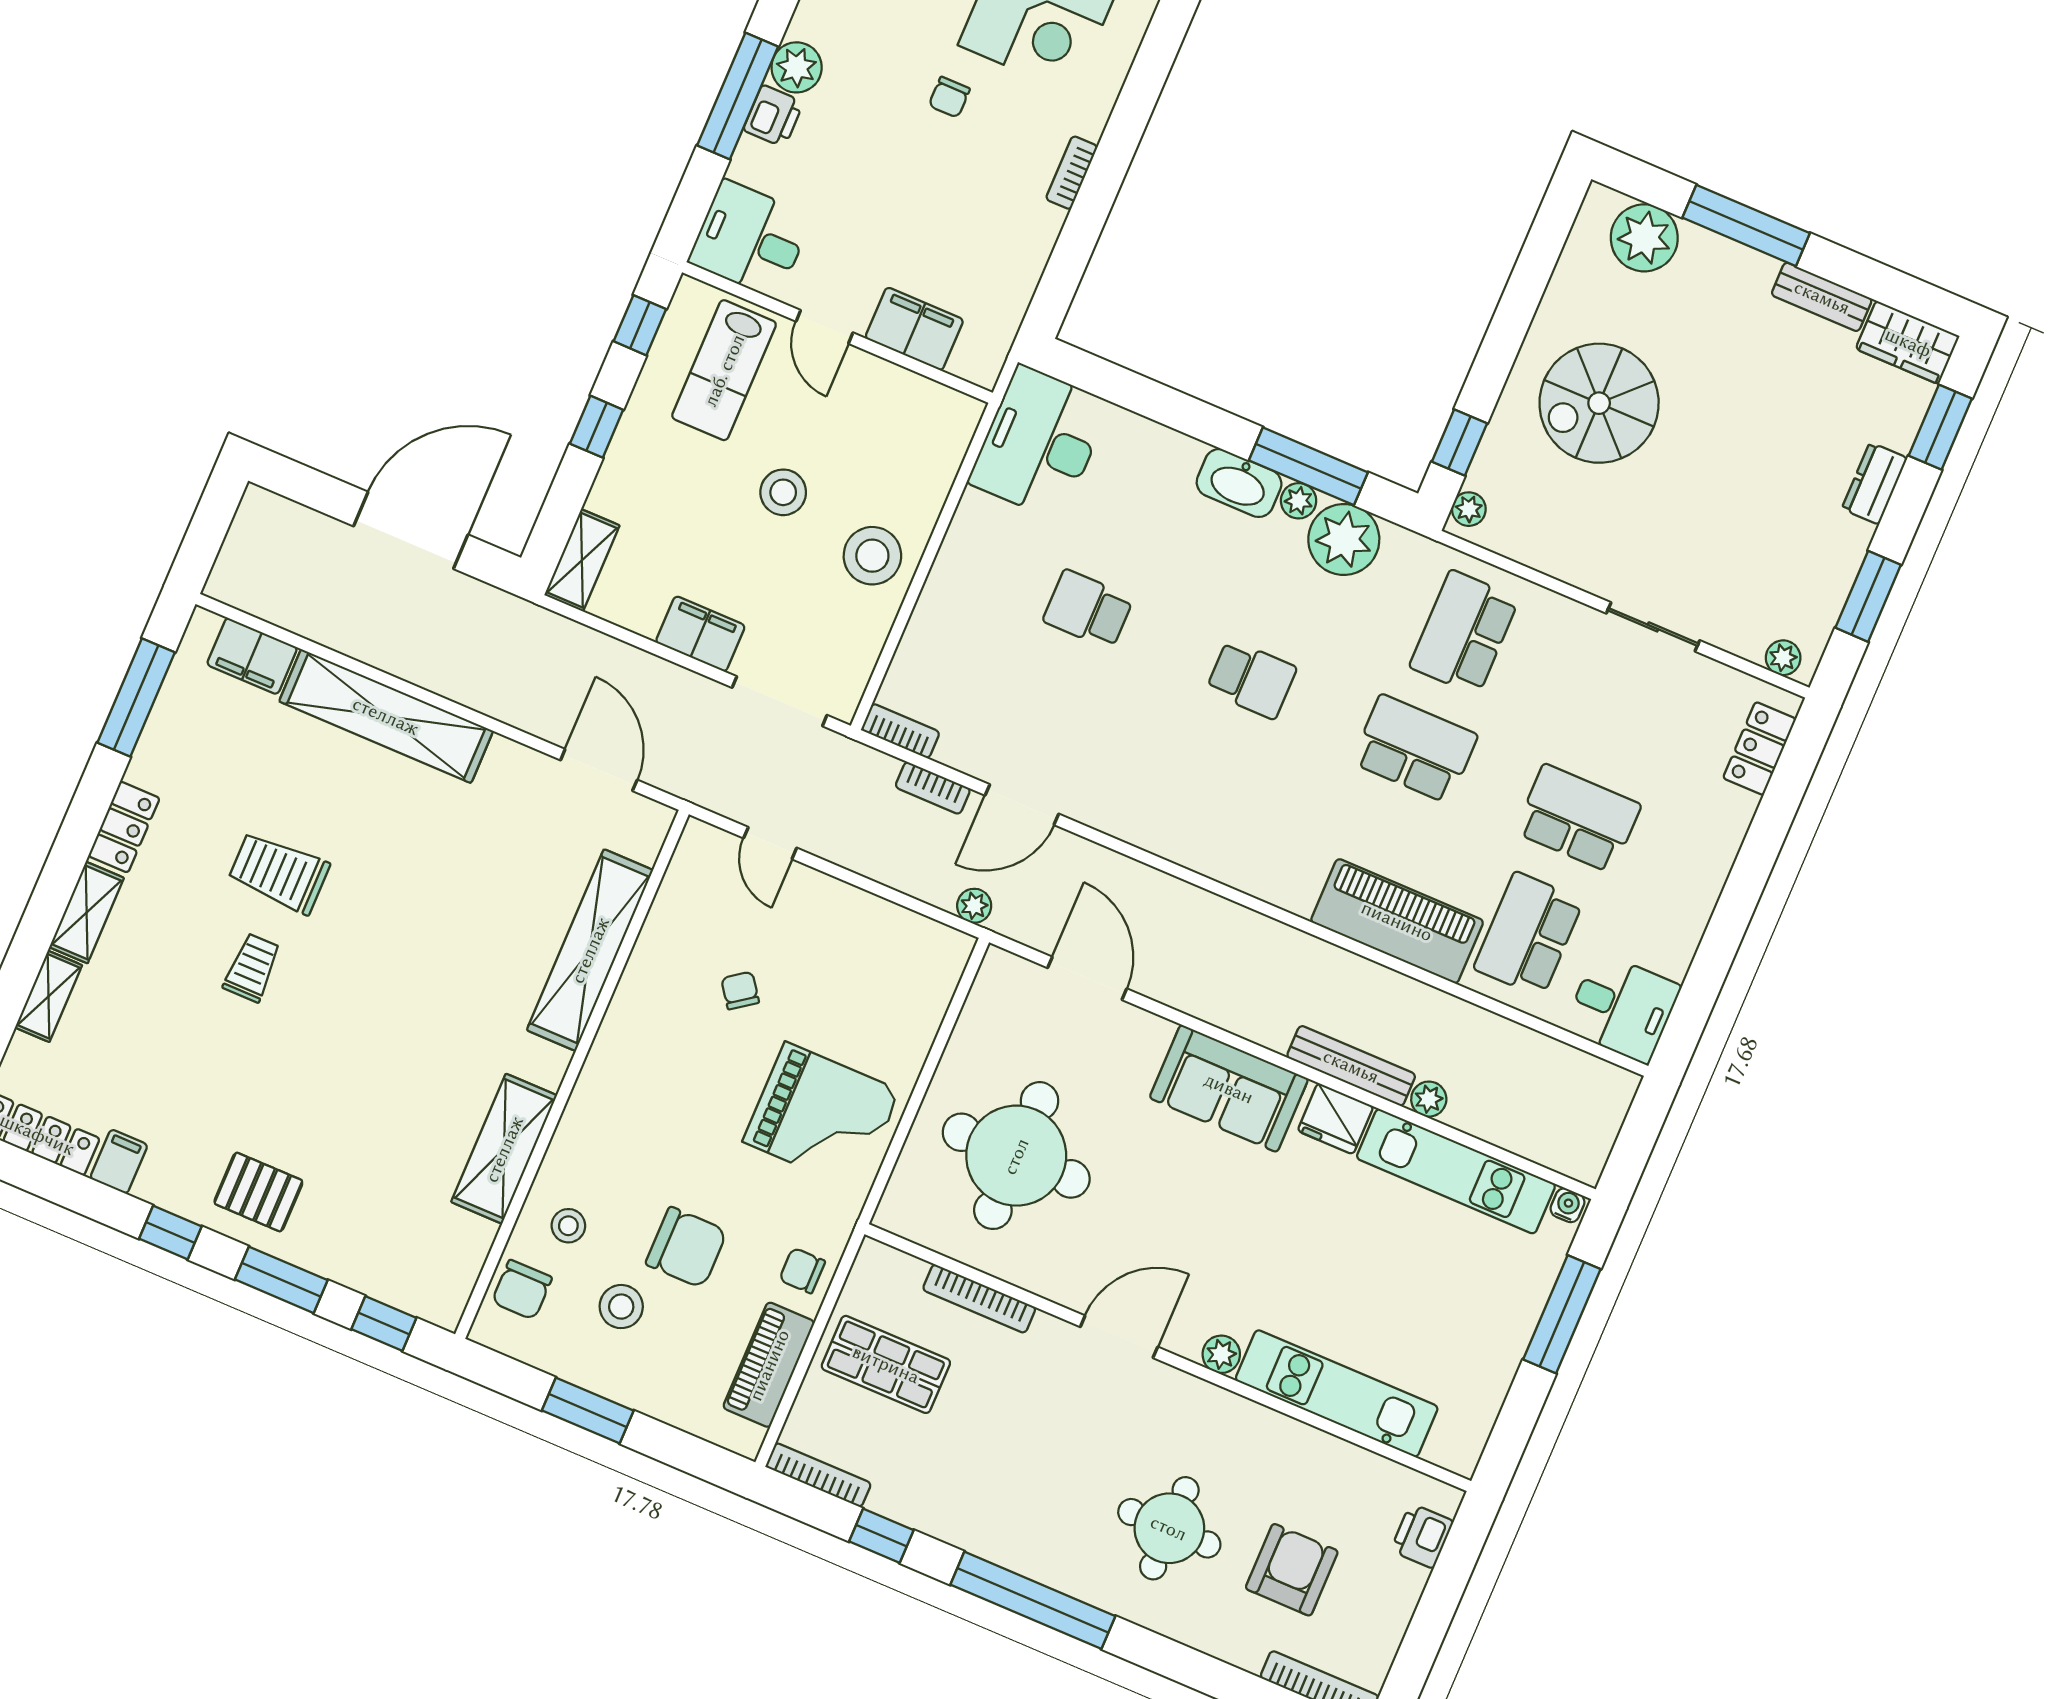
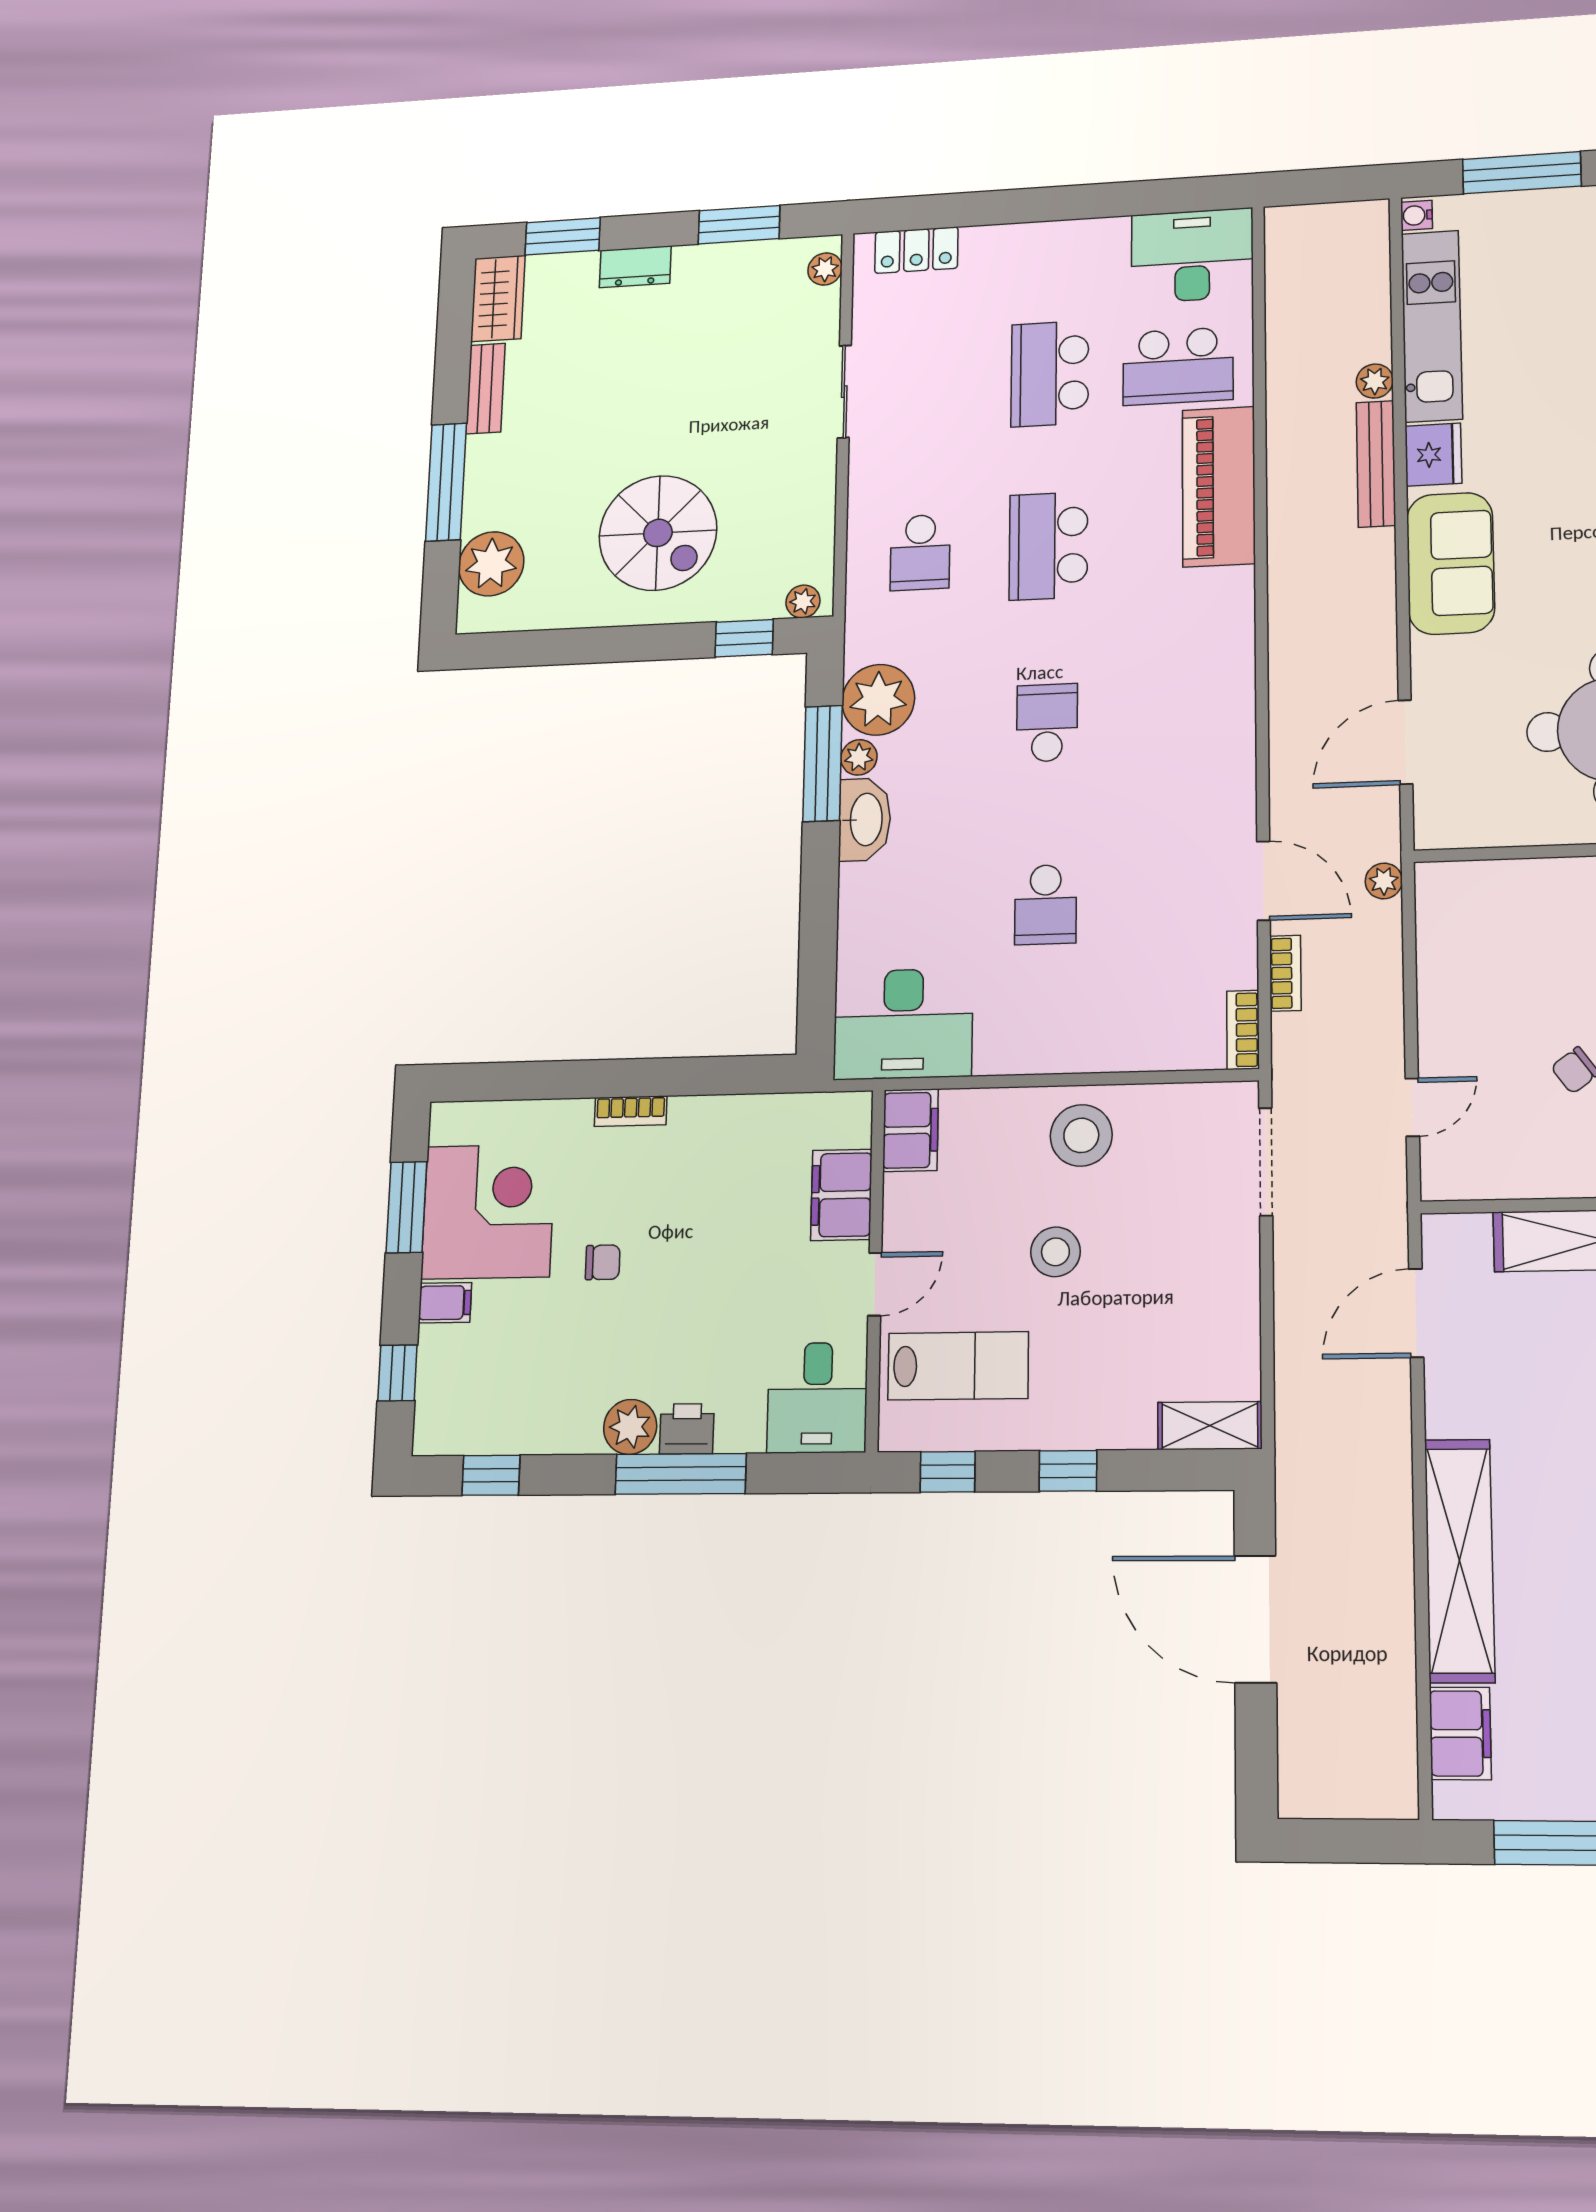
school desk: (1464, 633) -> (920, 552), width x0.54
filing cabinet: (700, 634) -> (911, 1130), moved, turned 180
desk: (1622, 1008) -> (1192, 256), width x1.37

